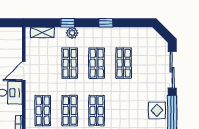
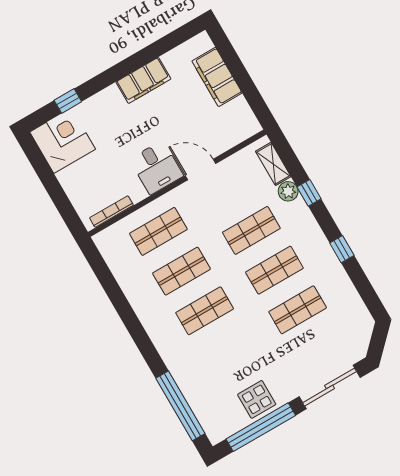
plant: (72, 33) -> (288, 191), moved

